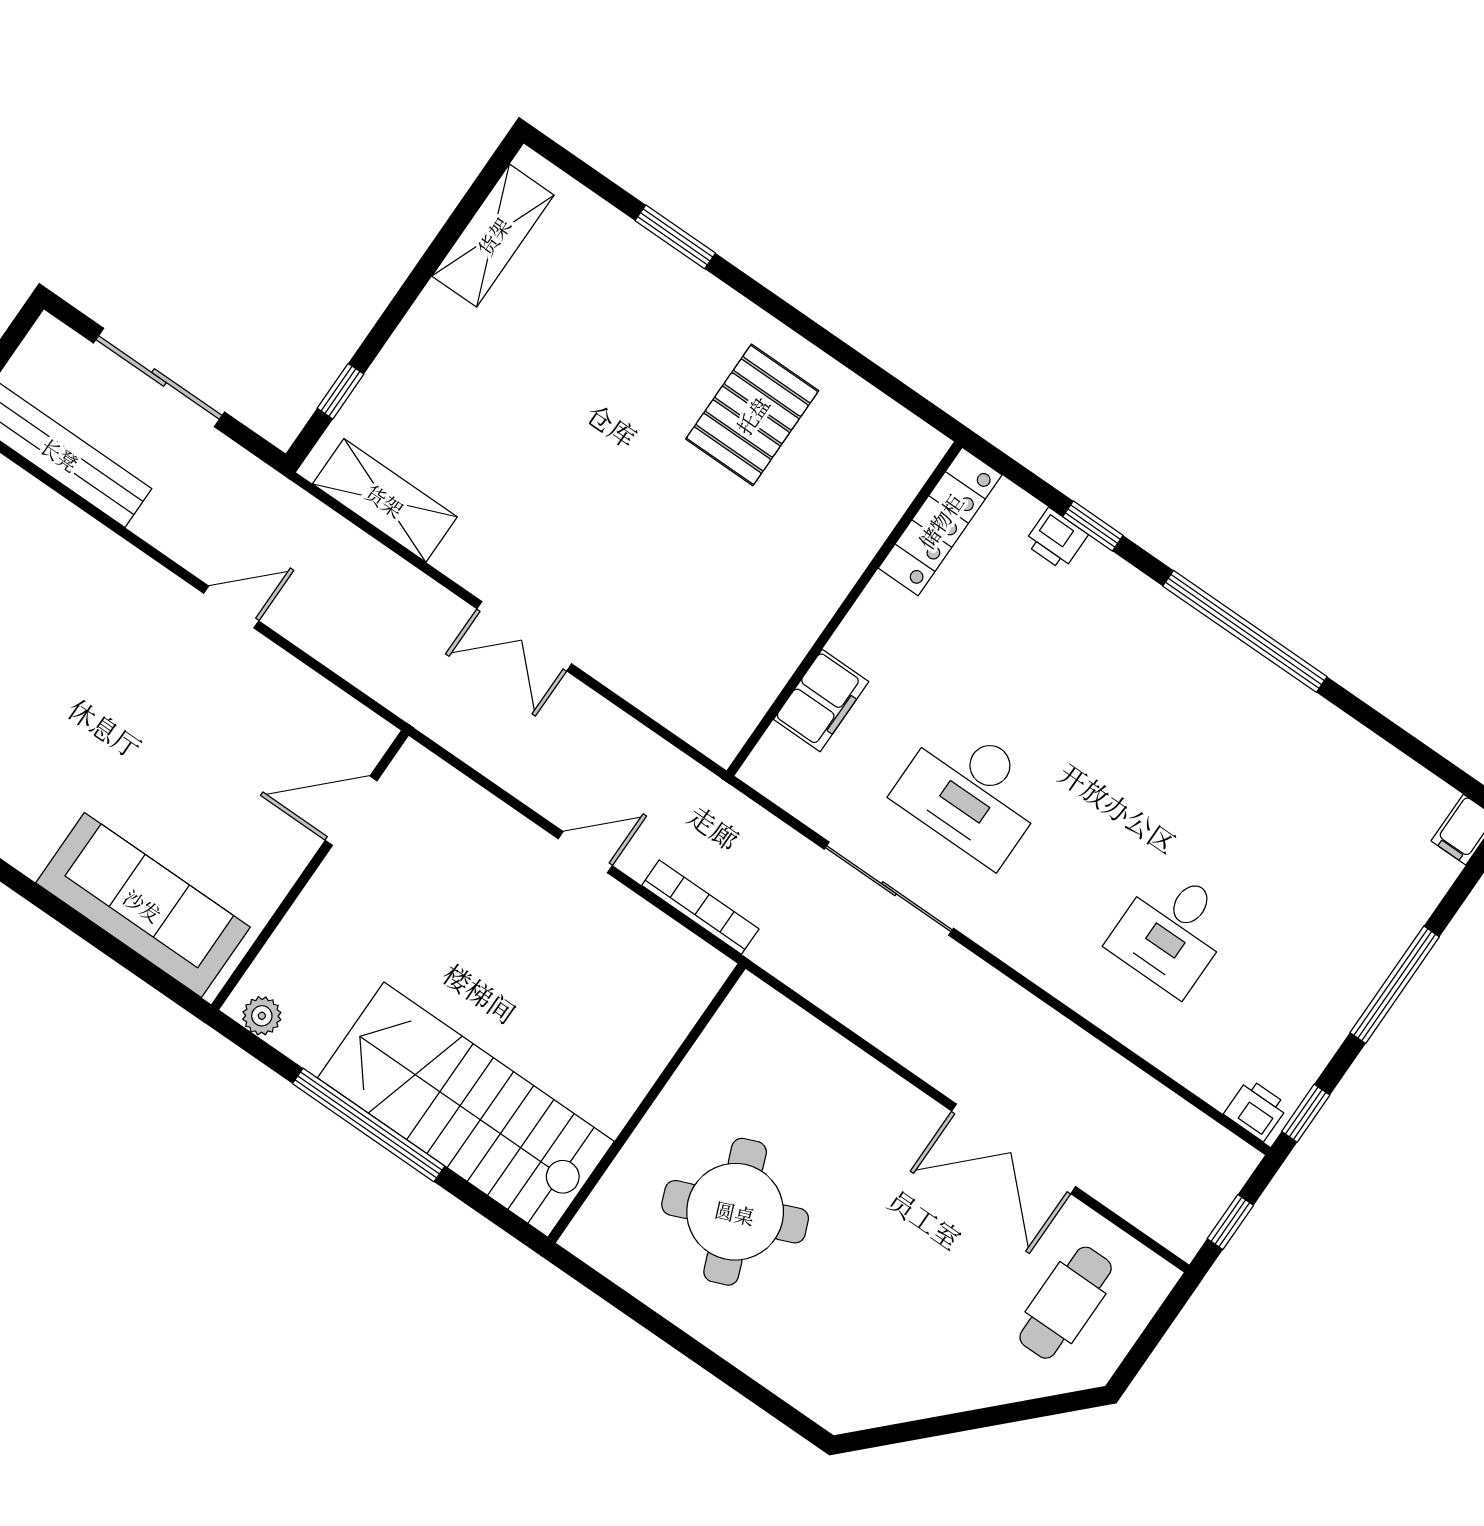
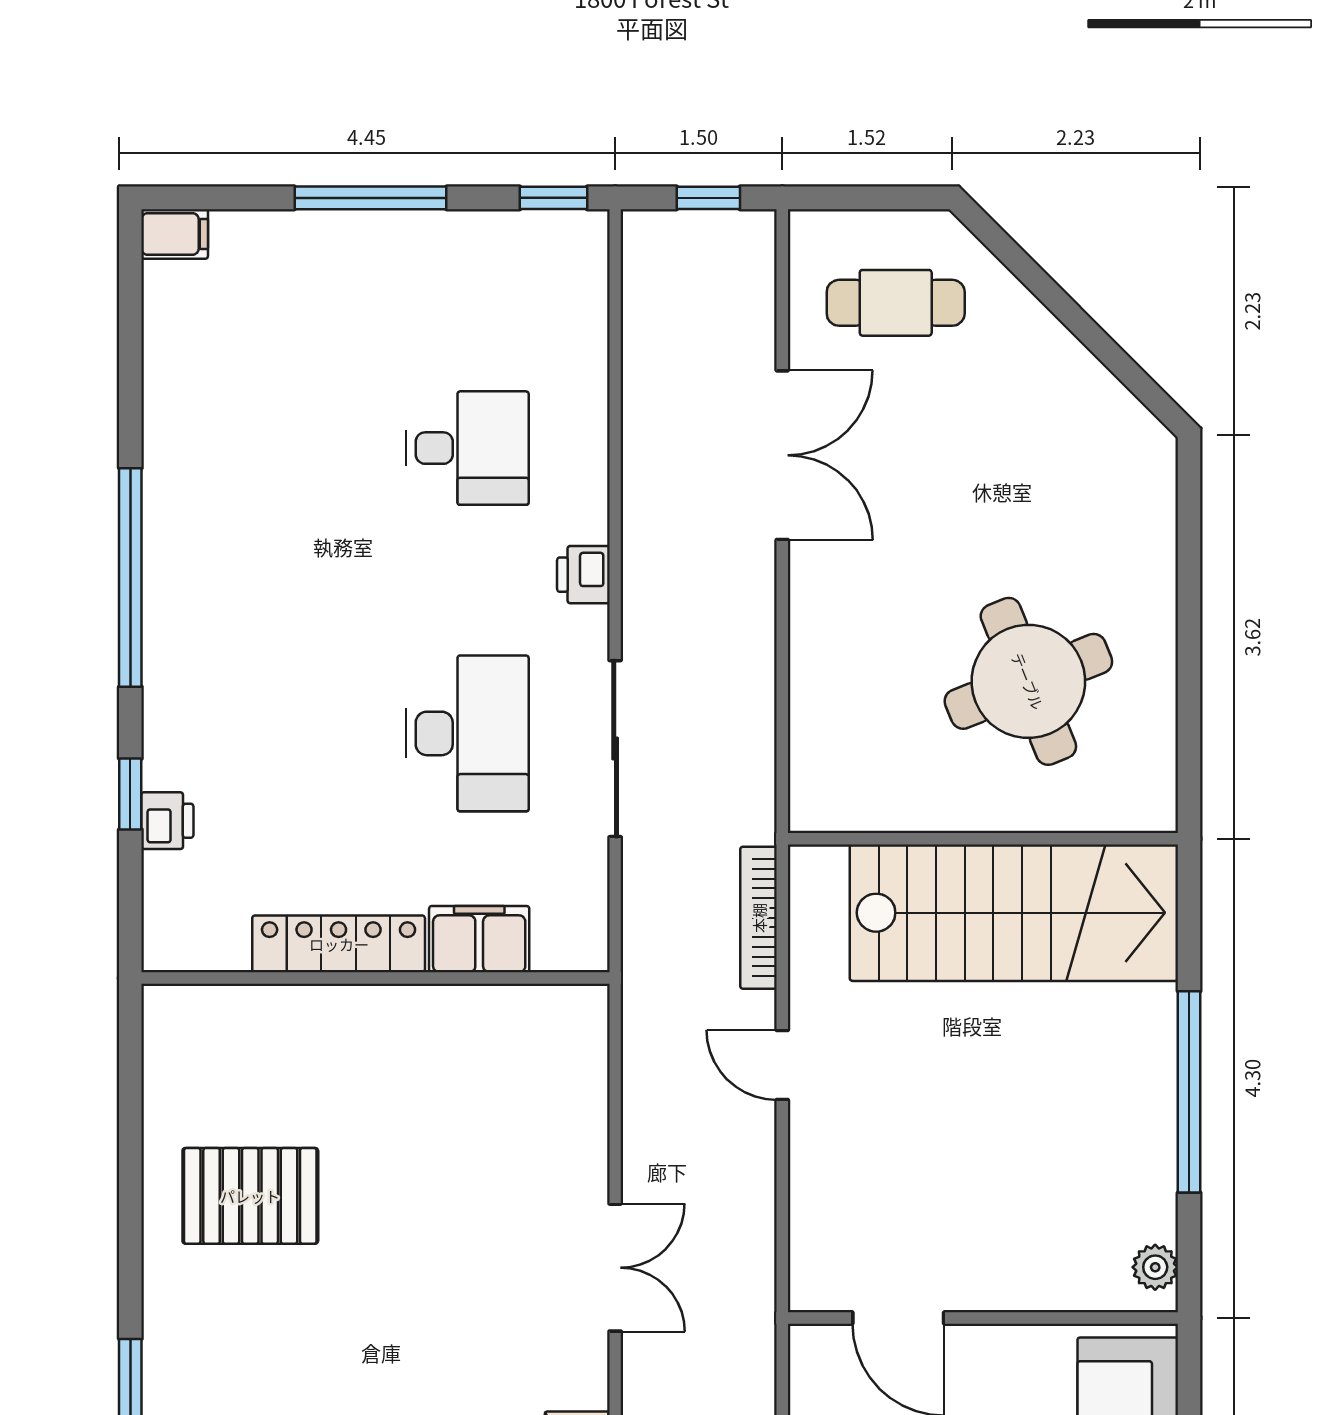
locker: (940, 521) -> (339, 944), moved
stairs: (466, 1110) -> (1014, 913), moved, turned -90
printer: (1256, 1110) -> (583, 575), moved

